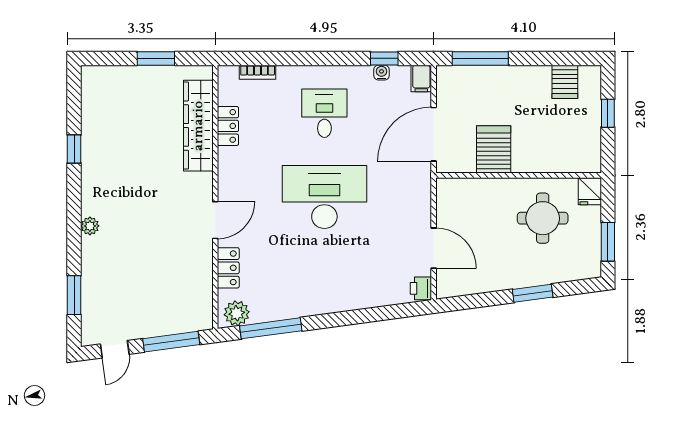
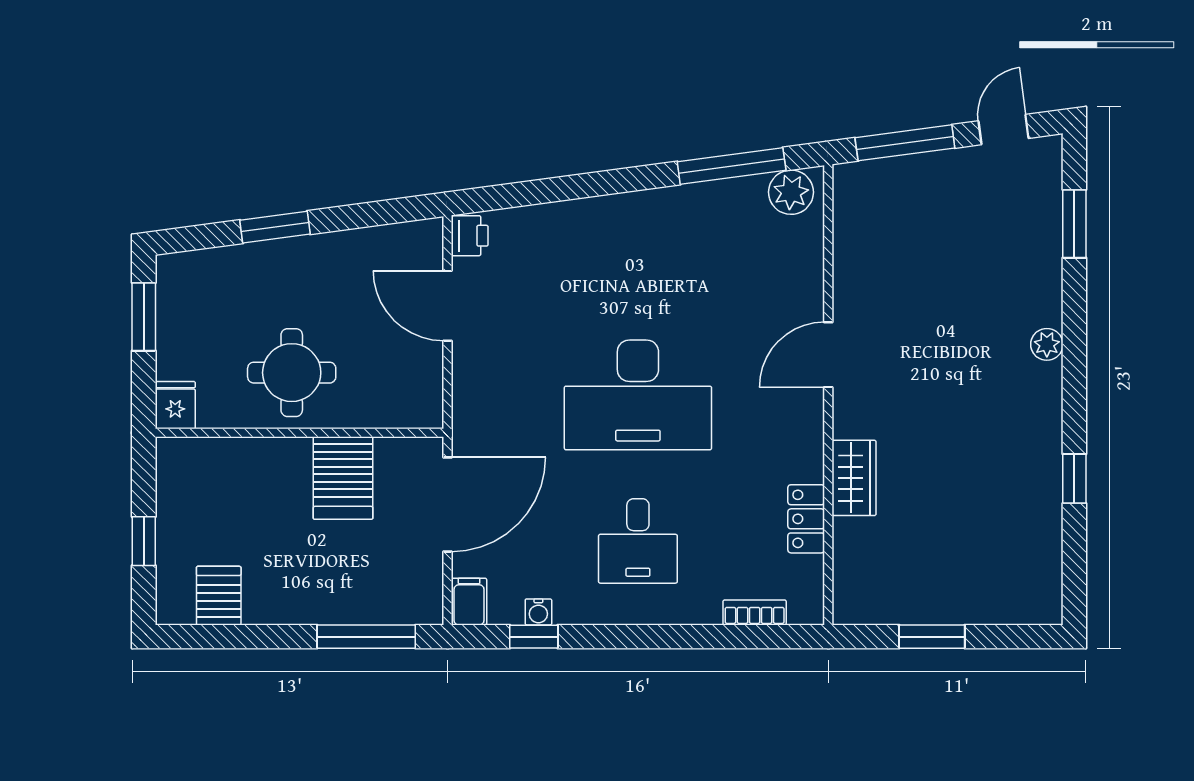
wardrobe: (198, 126) -> (854, 478), width x0.48, depth x0.85
round table: (543, 218) -> (292, 373), moved
locker: (228, 268) -> (806, 271), removed

